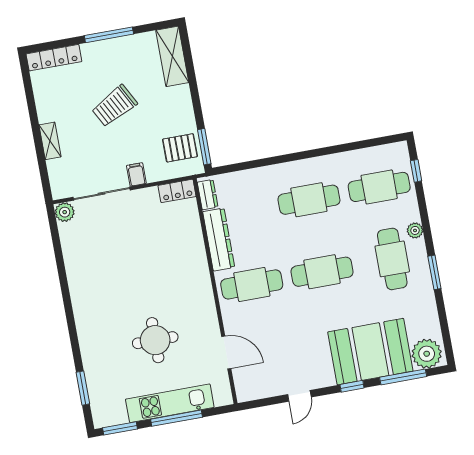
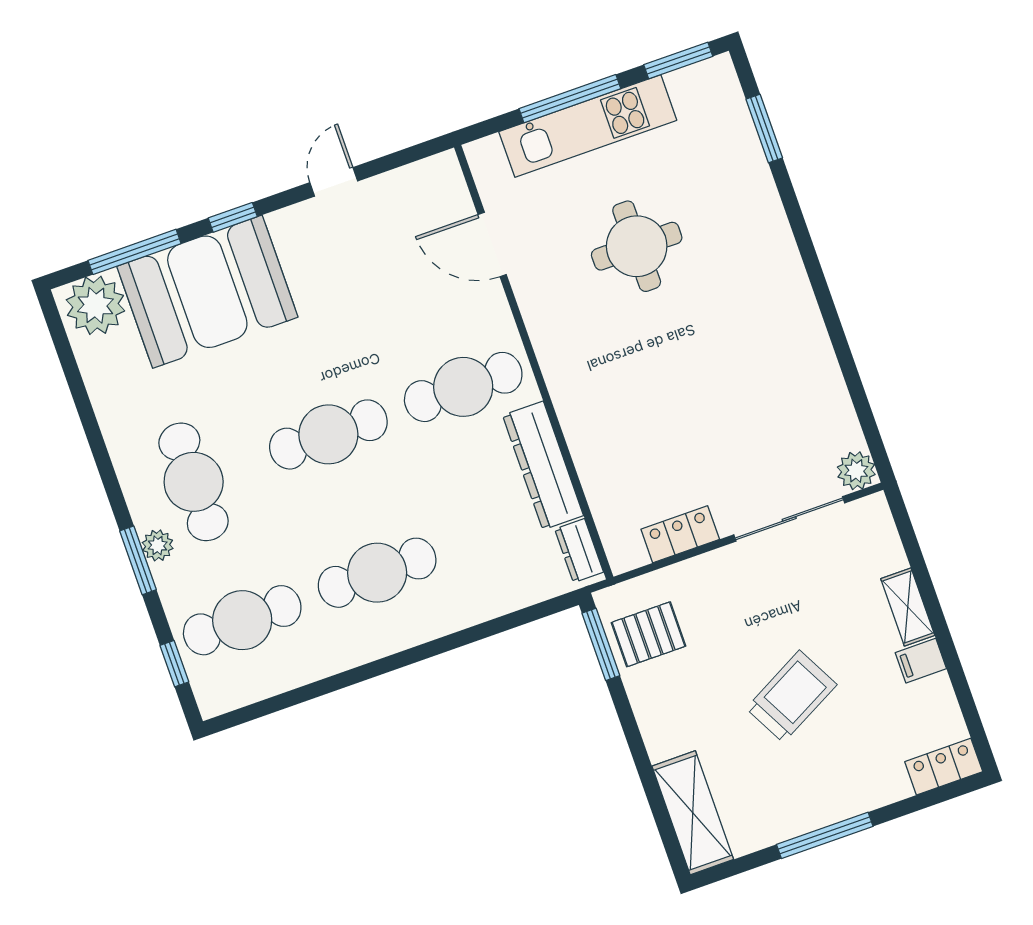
locker: (54, 58) -> (944, 767), width x0.66
filing cabinet: (136, 174) -> (921, 661), moved, turned 90
locker: (177, 191) -> (680, 534), moved
window: (434, 272) -> (138, 560), moved

